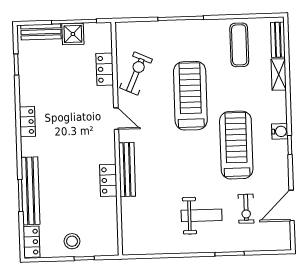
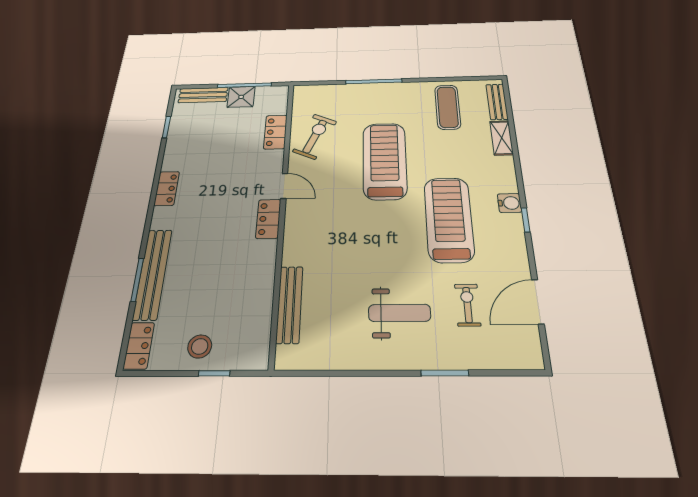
bench: (127, 169) -> (289, 304), moved
locker: (108, 180) -> (268, 219), moved
exercise bike: (246, 209) -> (468, 305), turned 180

